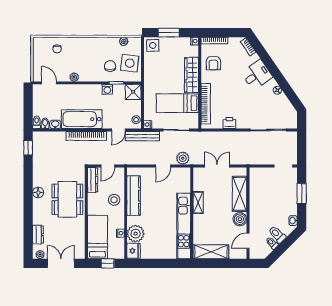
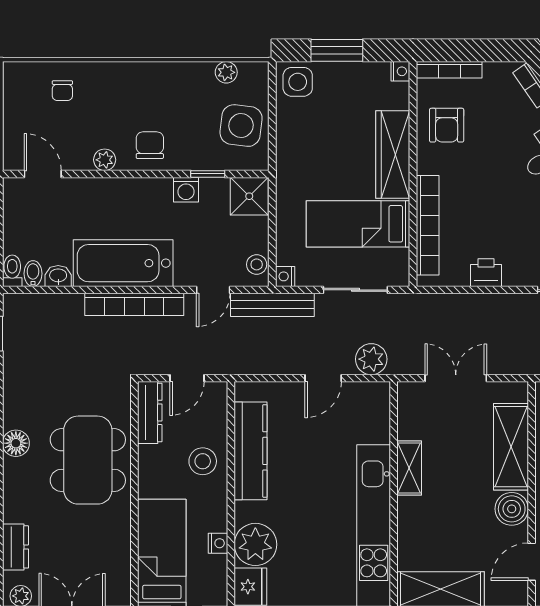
chair: (110, 66) -> (150, 145), moved

